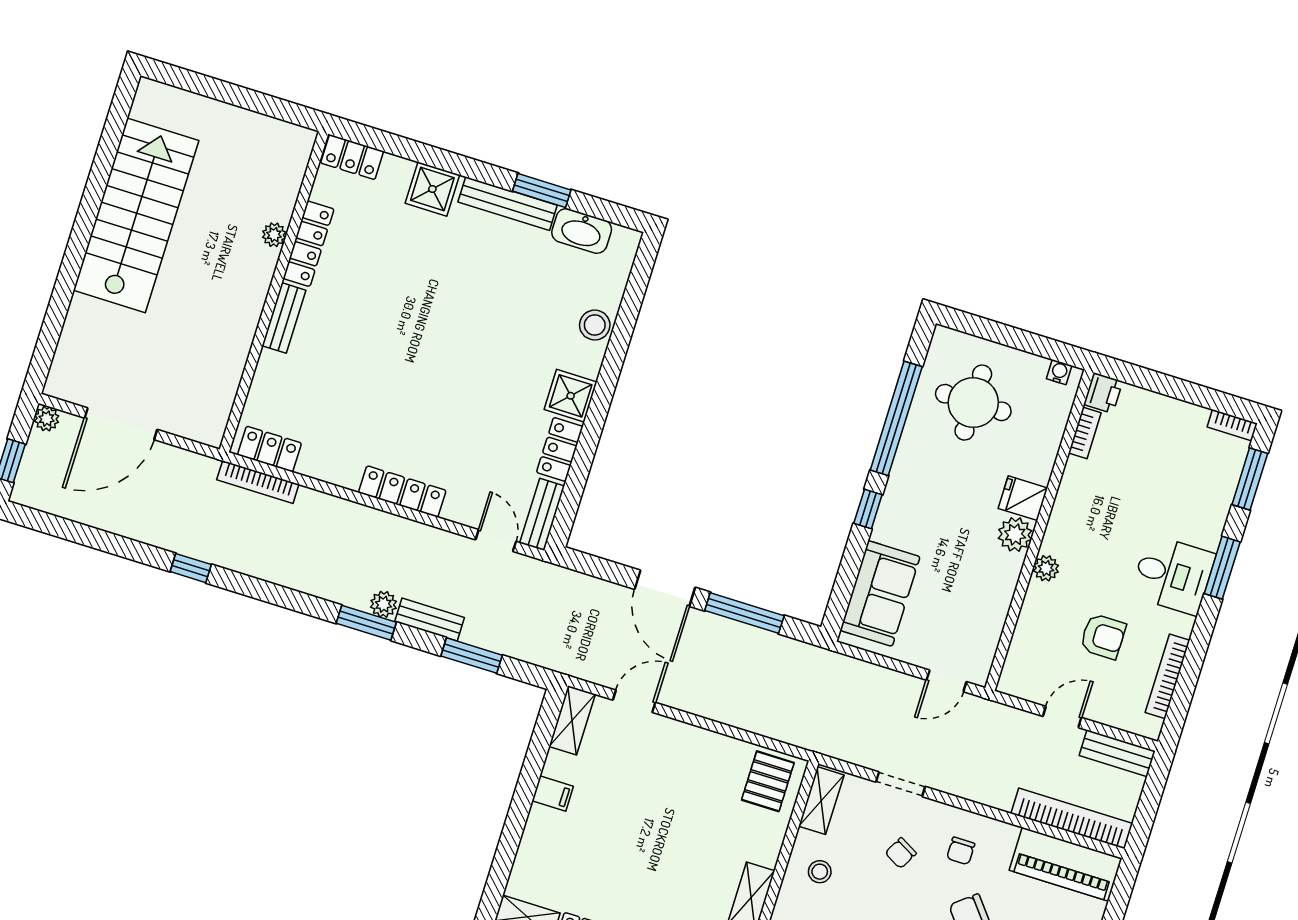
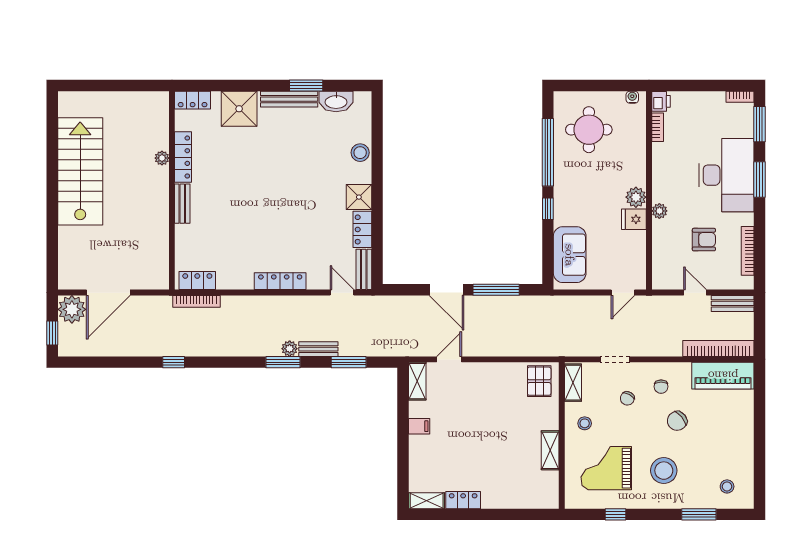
shower: (432, 189) -> (239, 109), width x1.36, depth x1.36
plant: (47, 419) -> (72, 309), width x1.87, depth x1.87
fridge: (1023, 498) -> (634, 219), moved
desk: (1173, 575) -> (726, 175), width x1.87, depth x1.30
door: (1062, 717) -> (695, 293), hinge flipped

